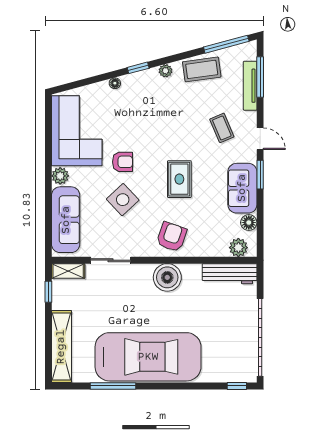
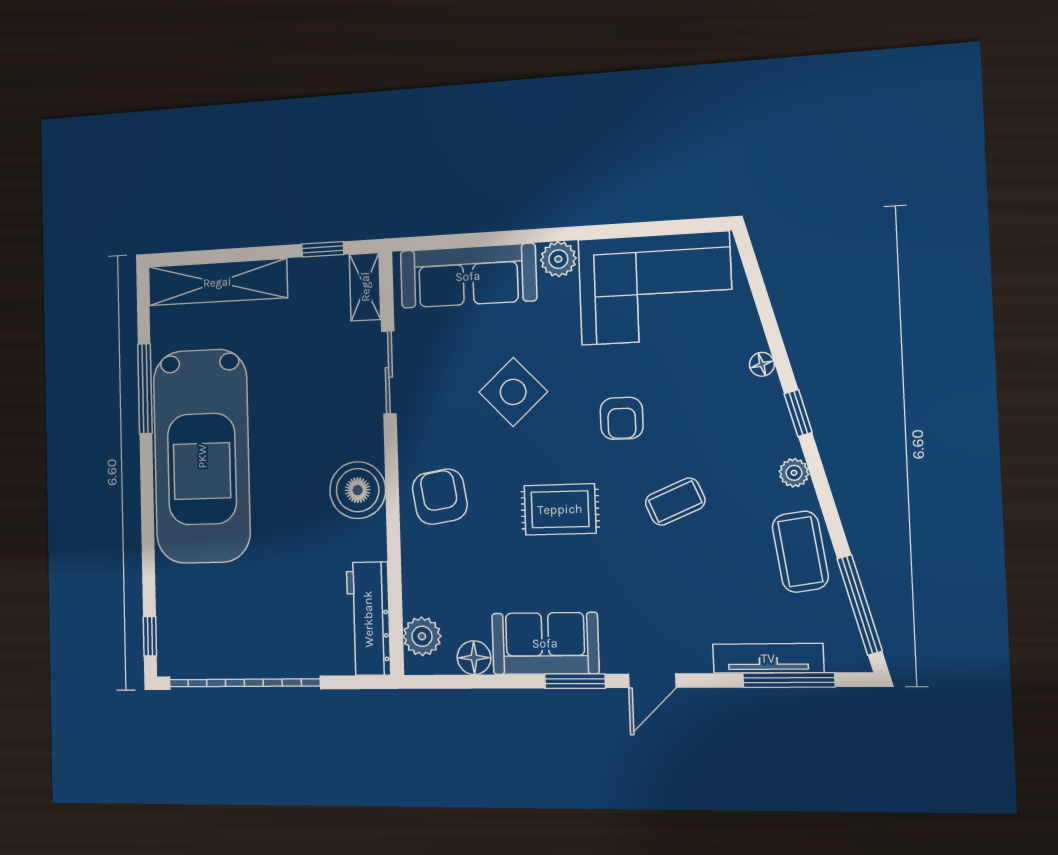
coffee table: (222, 128) -> (675, 502), moved
armchair: (123, 162) -> (622, 418), moved
armchair: (172, 237) -> (440, 497), turned -118

